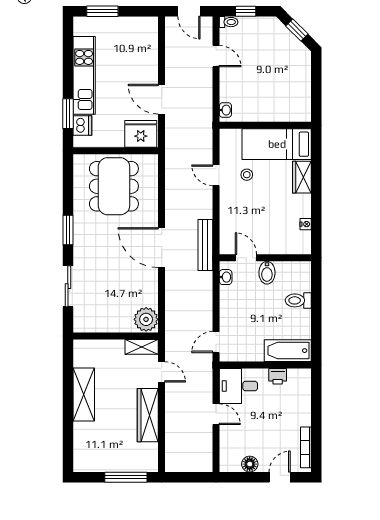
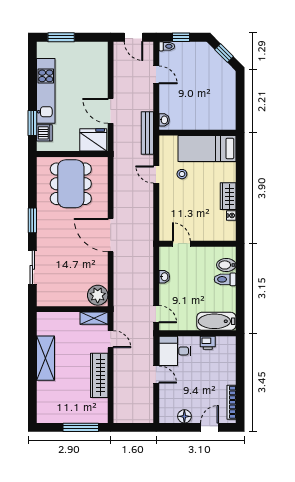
wardrobe: (302, 177) -> (228, 196), moved
bench: (205, 245) -> (147, 133), moved
bidet: (267, 273) -> (226, 265), moved, turned 90
washbasin: (226, 277) -> (164, 277), moved
door: (216, 342) -> (156, 314), swing flipped

